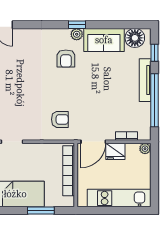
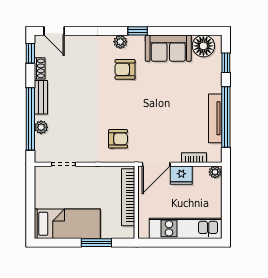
plant: (77, 34) -> (120, 42), moved
armchair: (66, 58) -> (125, 69), turned 90
tv unit: (145, 80) -> (215, 118), moved

